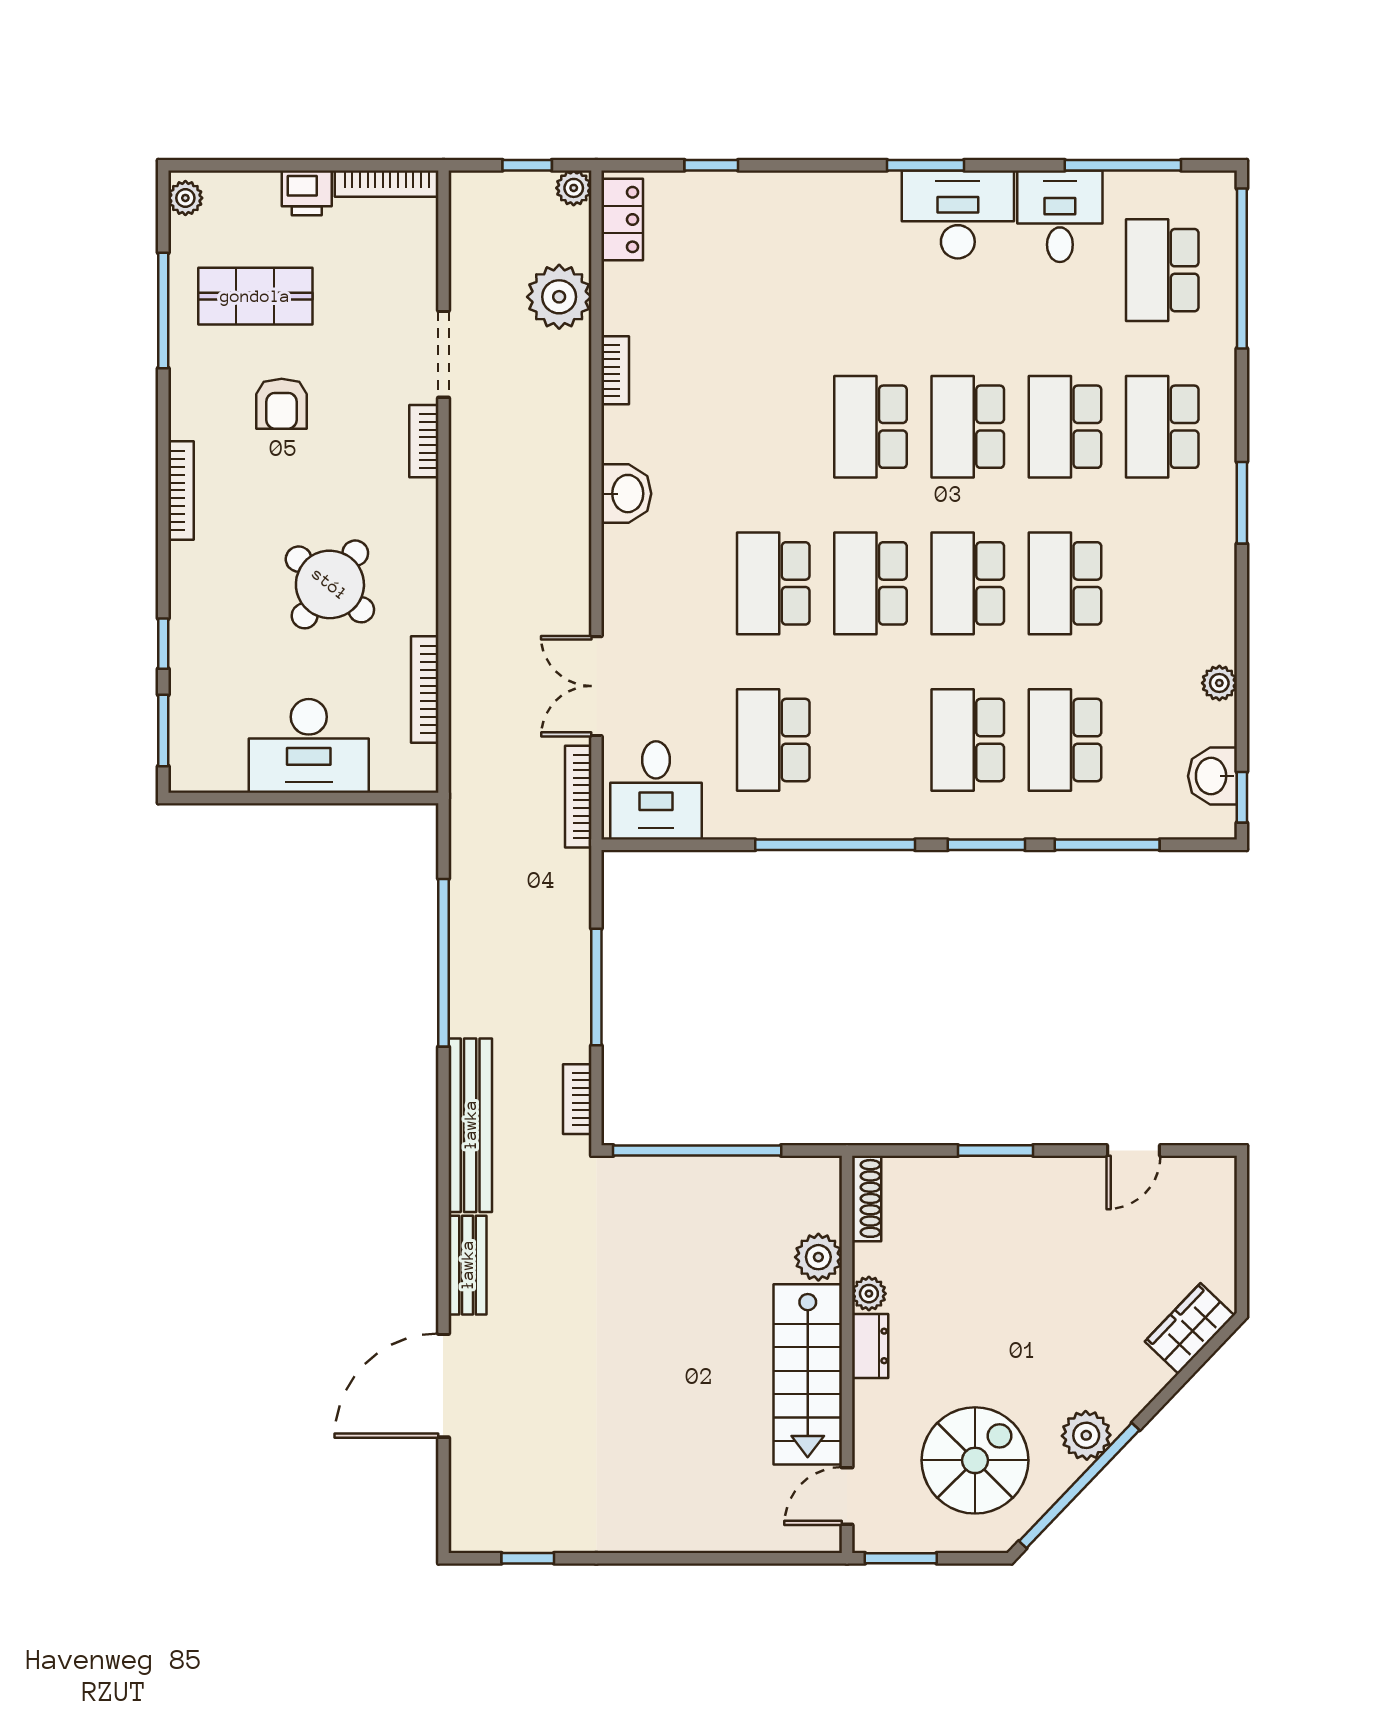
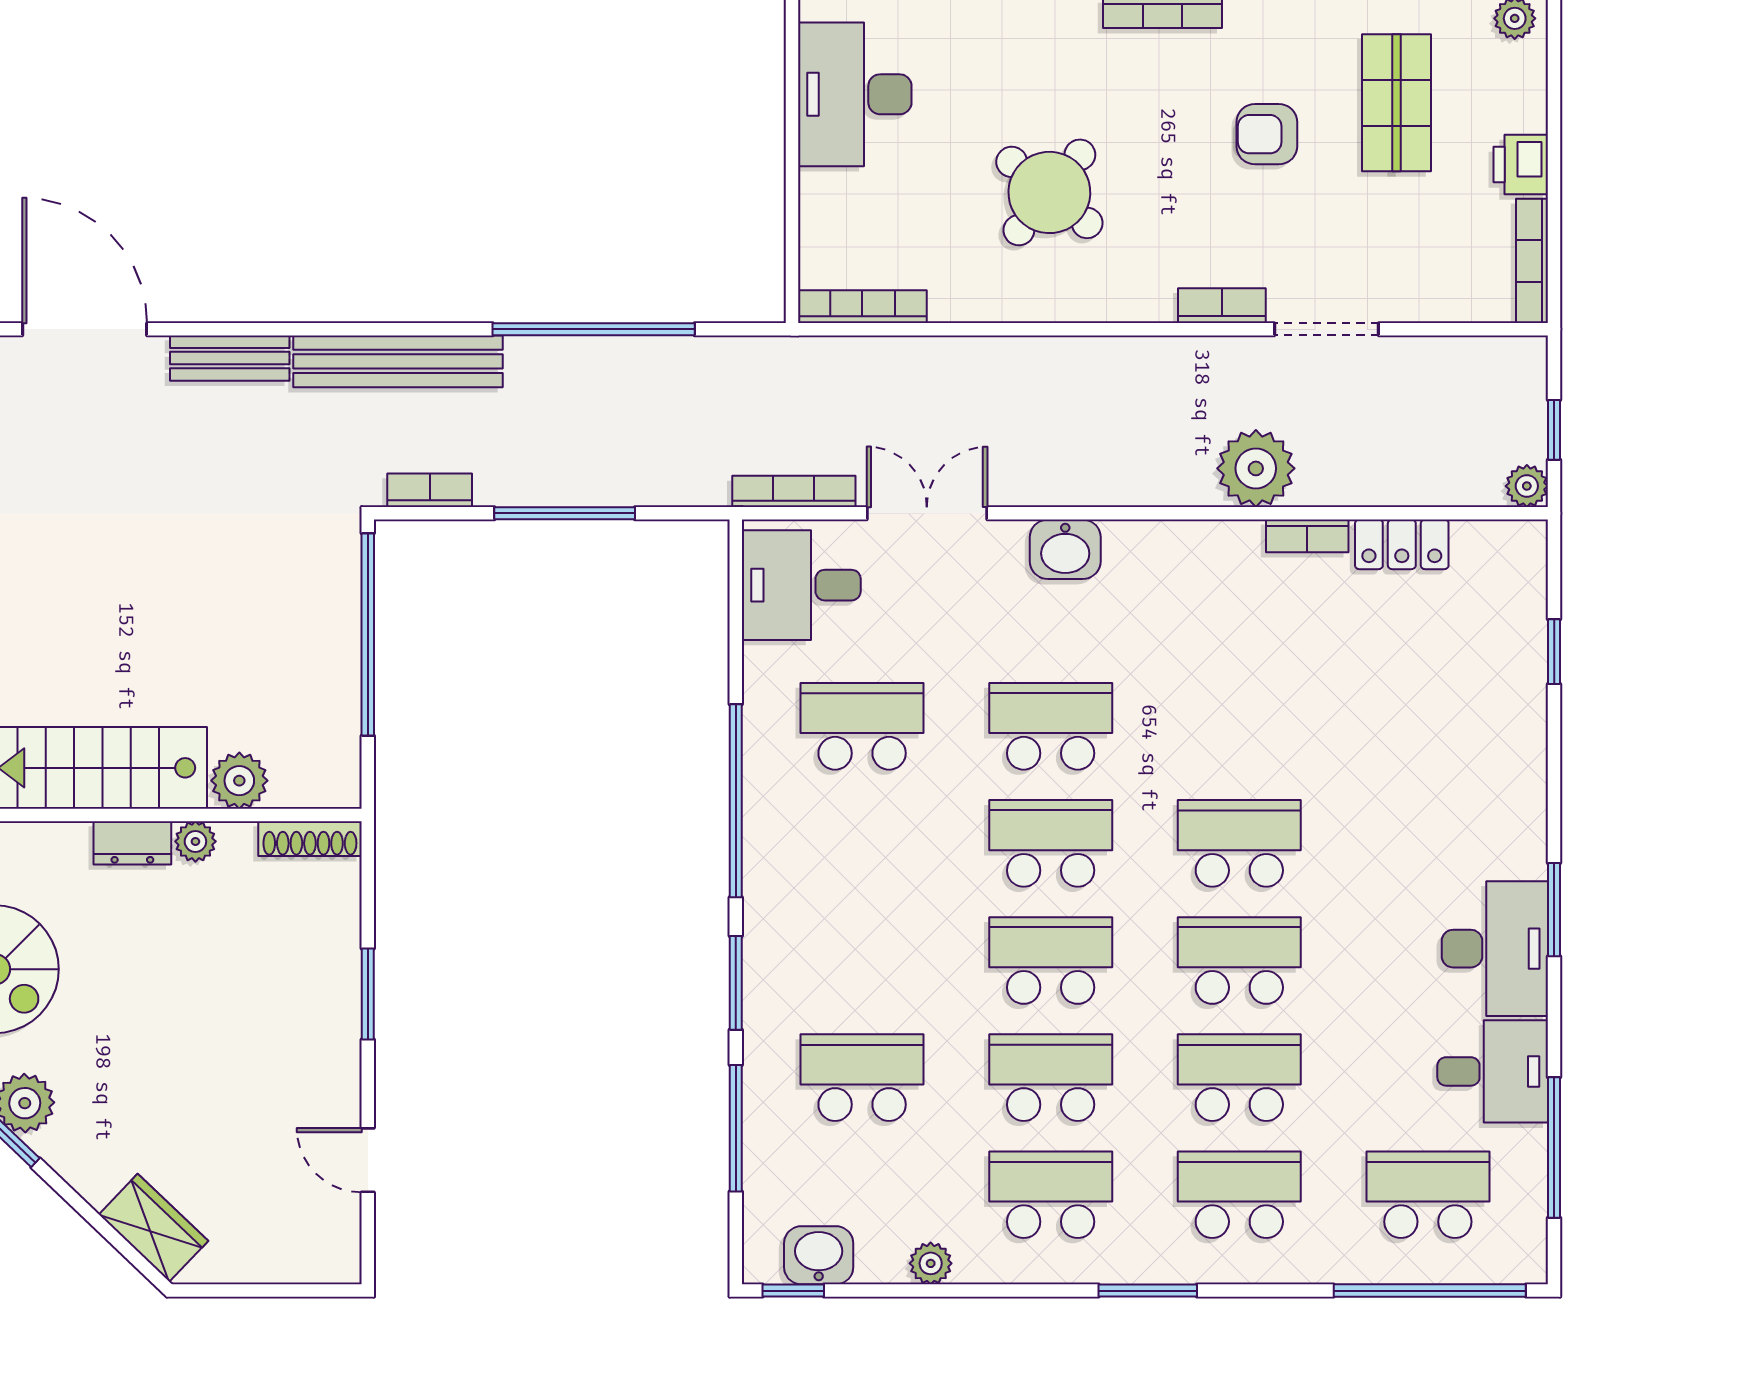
locker: (622, 220) -> (1402, 544), moved
plant: (559, 297) -> (1256, 468), moved
washbasin: (626, 494) -> (1065, 549), moved
bookcase: (425, 690) -> (862, 307), moved
school desk: (968, 740) -> (1051, 1195), moved
desk: (309, 746) -> (855, 94), moved

